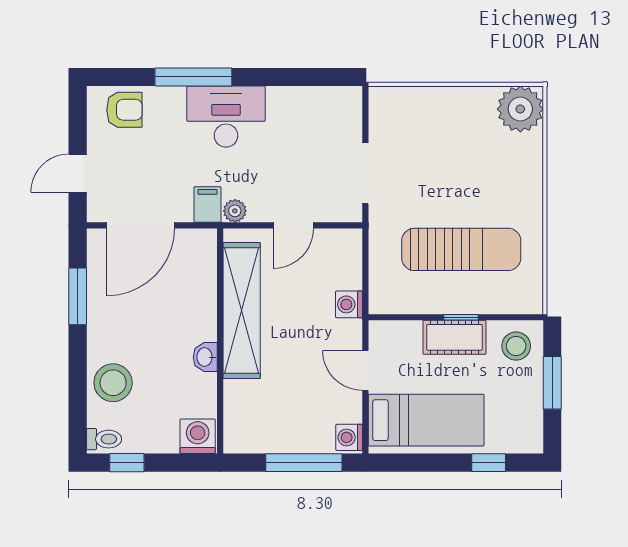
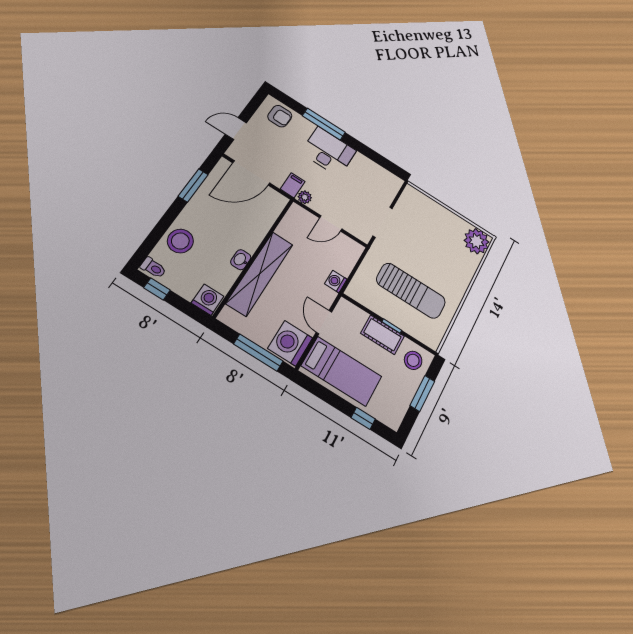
shelving: (242, 311) -> (260, 273), moved
washing machine: (349, 437) -> (290, 343), width x1.89, depth x1.89

